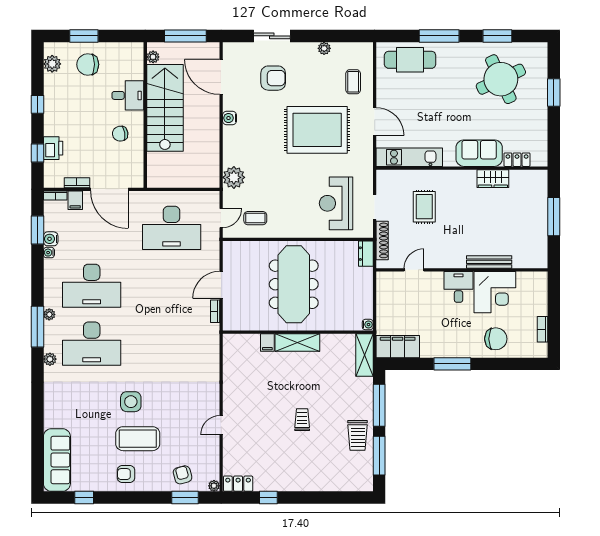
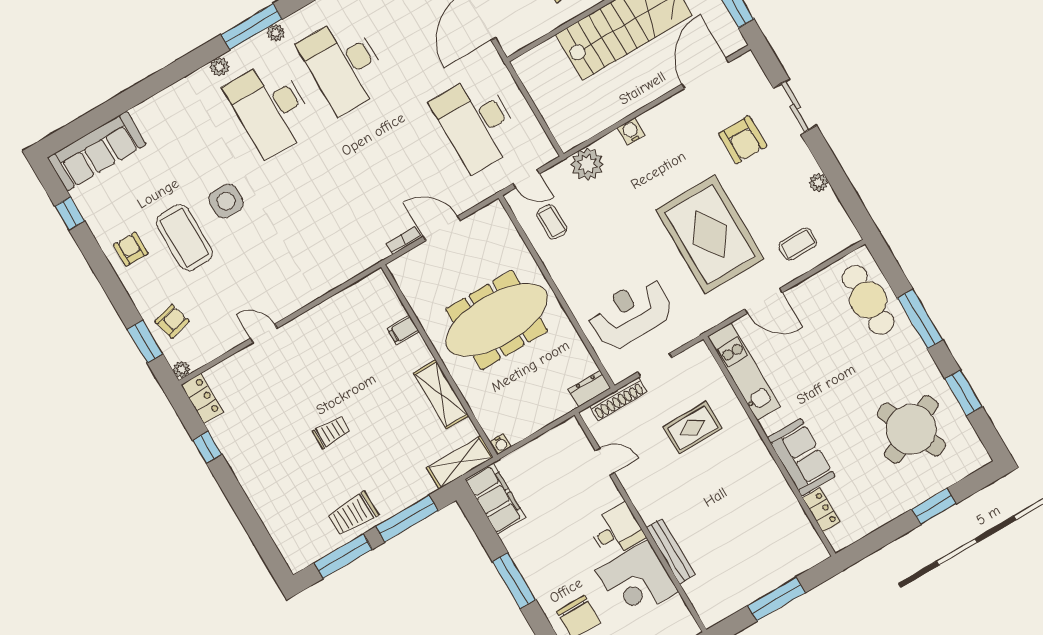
water cooler: (230, 118) -> (631, 131), moved
door: (375, 121) -> (763, 301), hinge flipped
wardrobe: (493, 179) -> (779, 494), removed
shelving: (297, 342) -> (441, 394), moved

